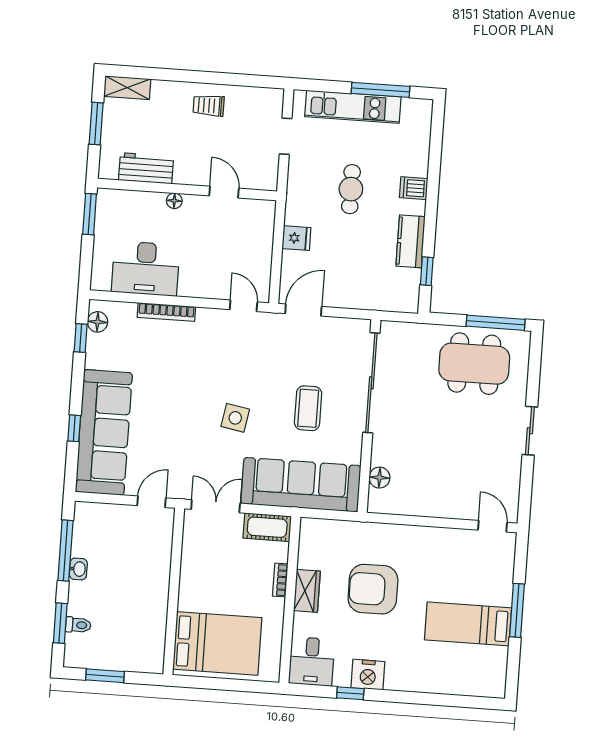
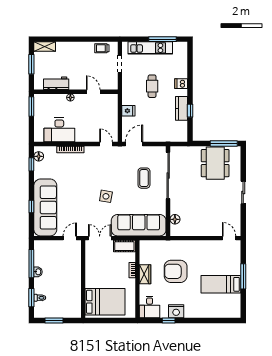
trolley: (209, 106) -> (102, 48), moved
window: (427, 271) -> (190, 111), moved
dining table: (474, 364) -> (215, 163), turned 90
coffee table: (308, 408) -> (144, 178), moved

